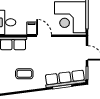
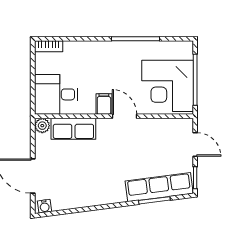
coffee table: (24, 74) -> (92, 179), removed

